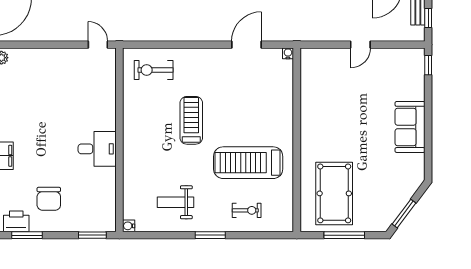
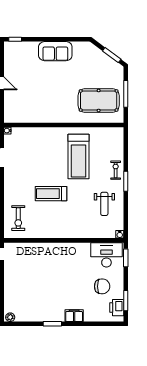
desk: (97, 149) -> (106, 255), moved, width x1.37
exercise bike: (247, 210) -> (116, 170), moved

